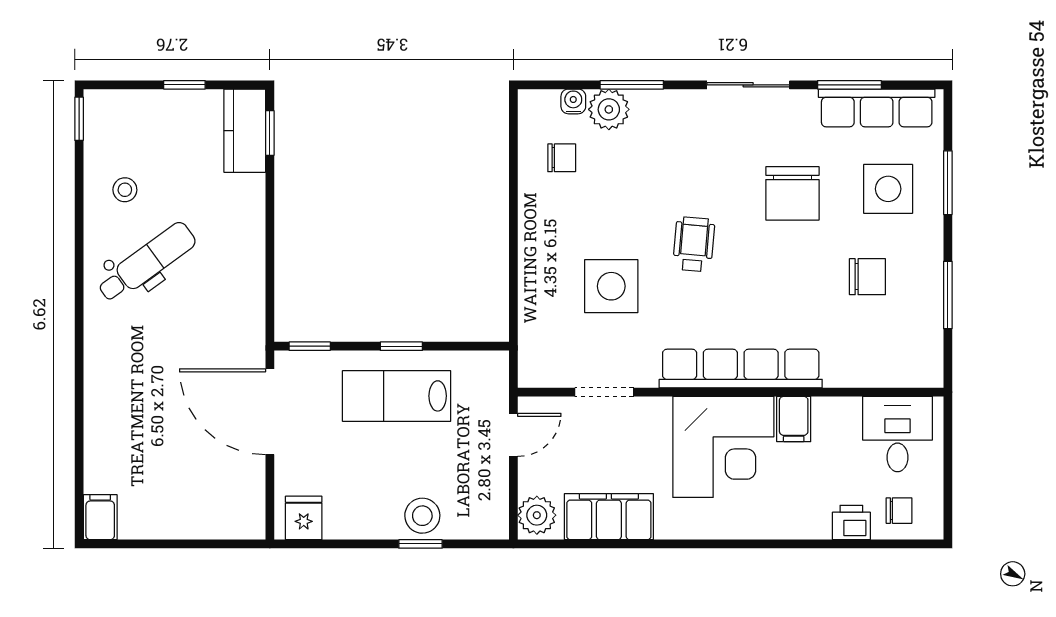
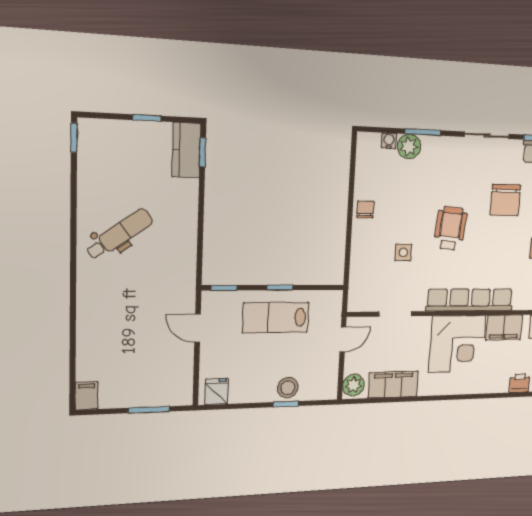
chair: (562, 158) -> (365, 209), moved, turned -90
stool: (125, 190) -> (105, 186), removed
wheelchair: (694, 244) -> (450, 228), width x1.36, depth x1.37
side table: (611, 286) -> (403, 252), width x0.54, depth x0.54
door: (270, 412) -> (198, 328), width x0.53
filing cabinet: (794, 419) -> (504, 327), width x2.00
window: (196, 544) -> (149, 410), added

